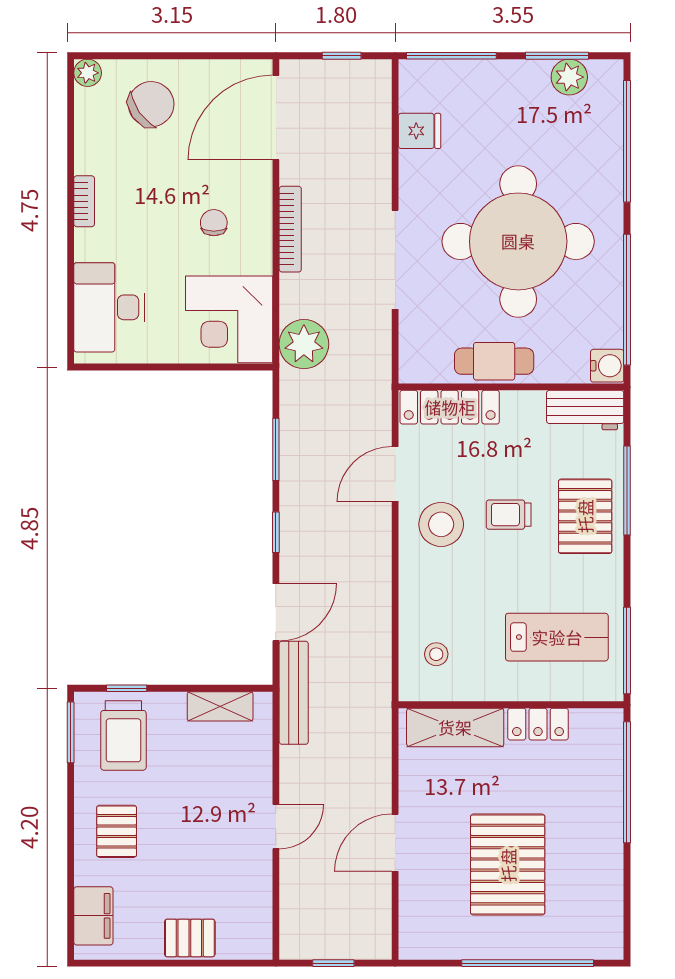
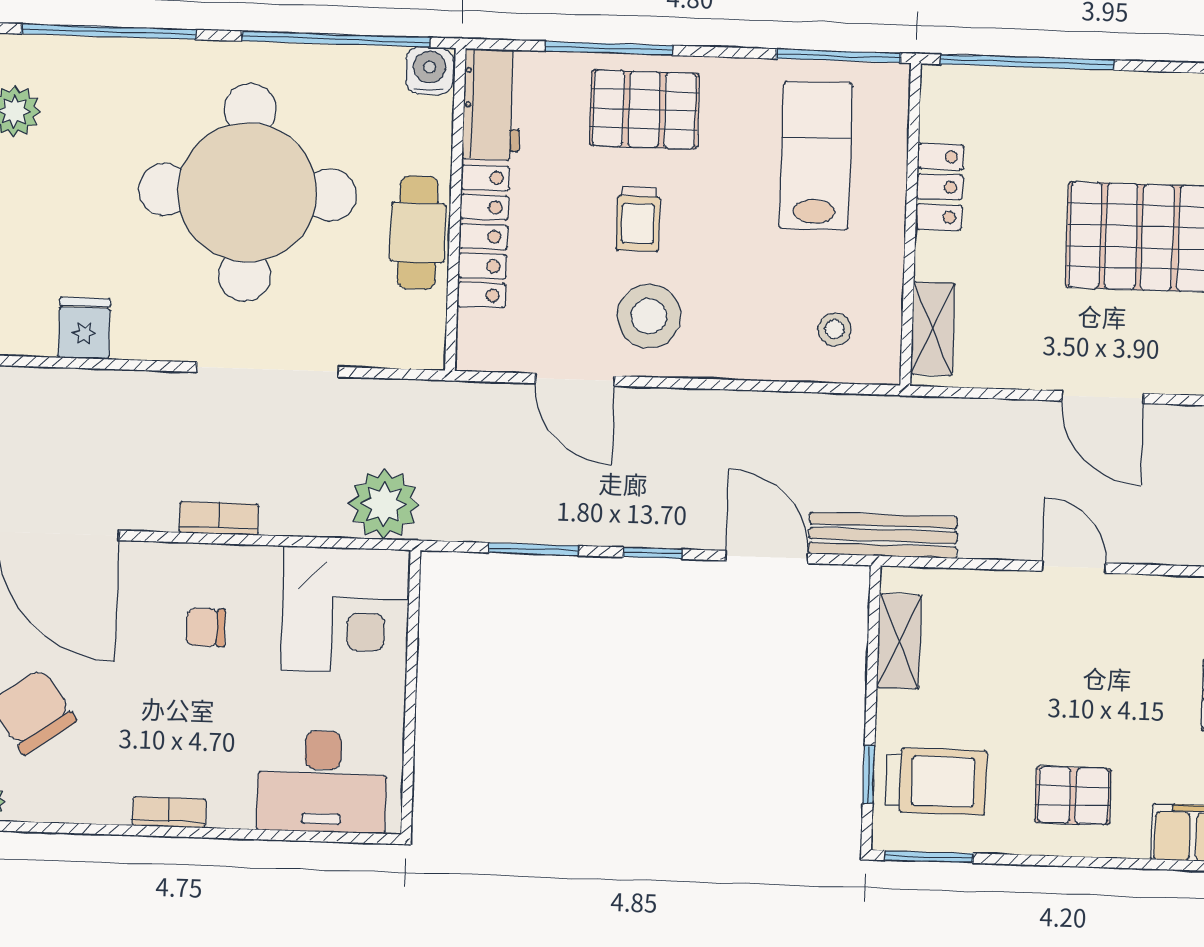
bookcase: (290, 229) -> (219, 518), width x0.64
locker: (450, 407) -> (483, 237), moved
shelving: (455, 727) -> (933, 329), width x0.67, depth x0.75

